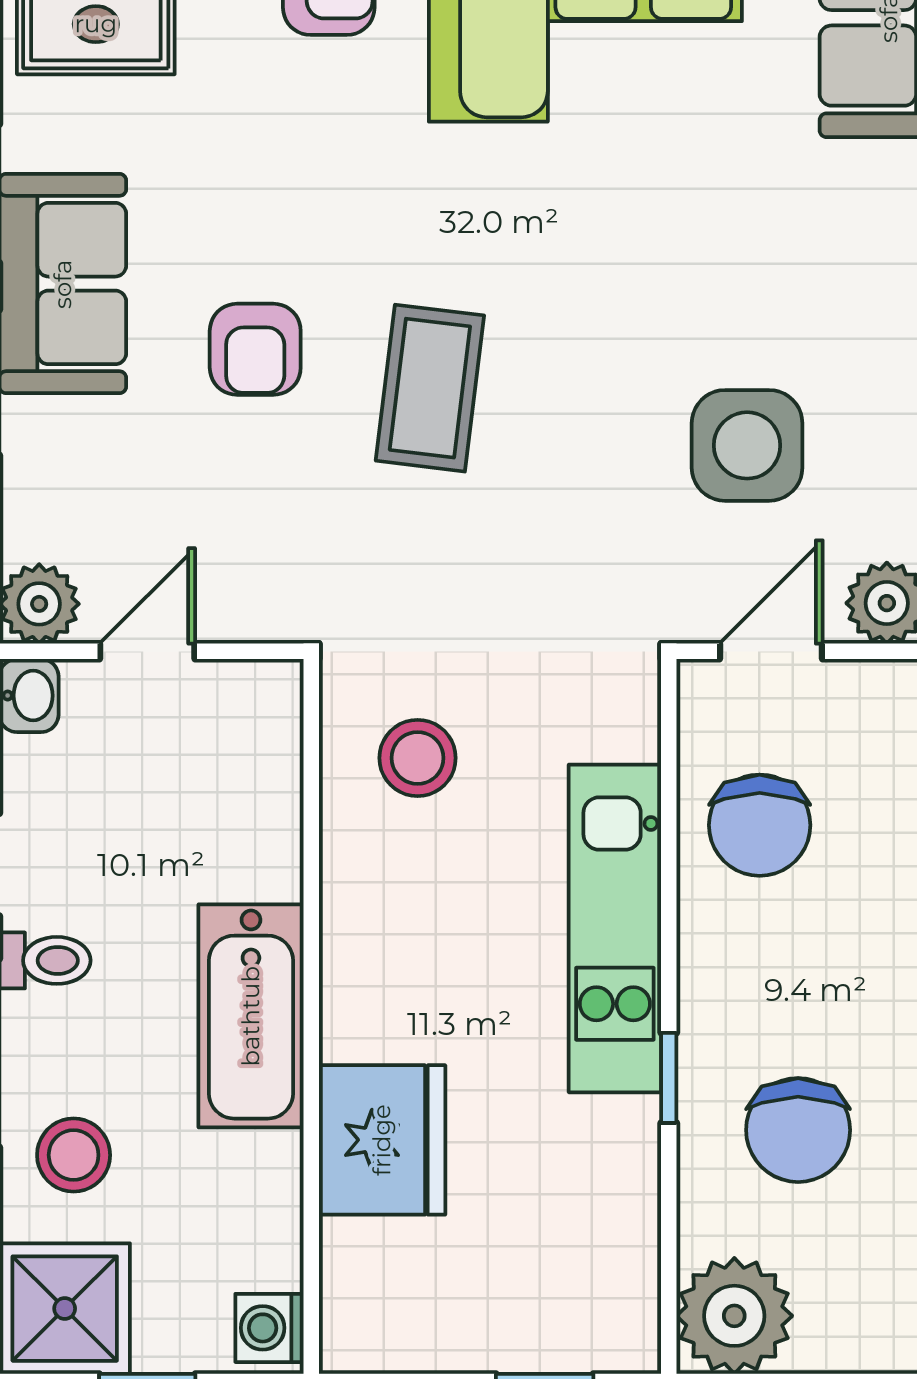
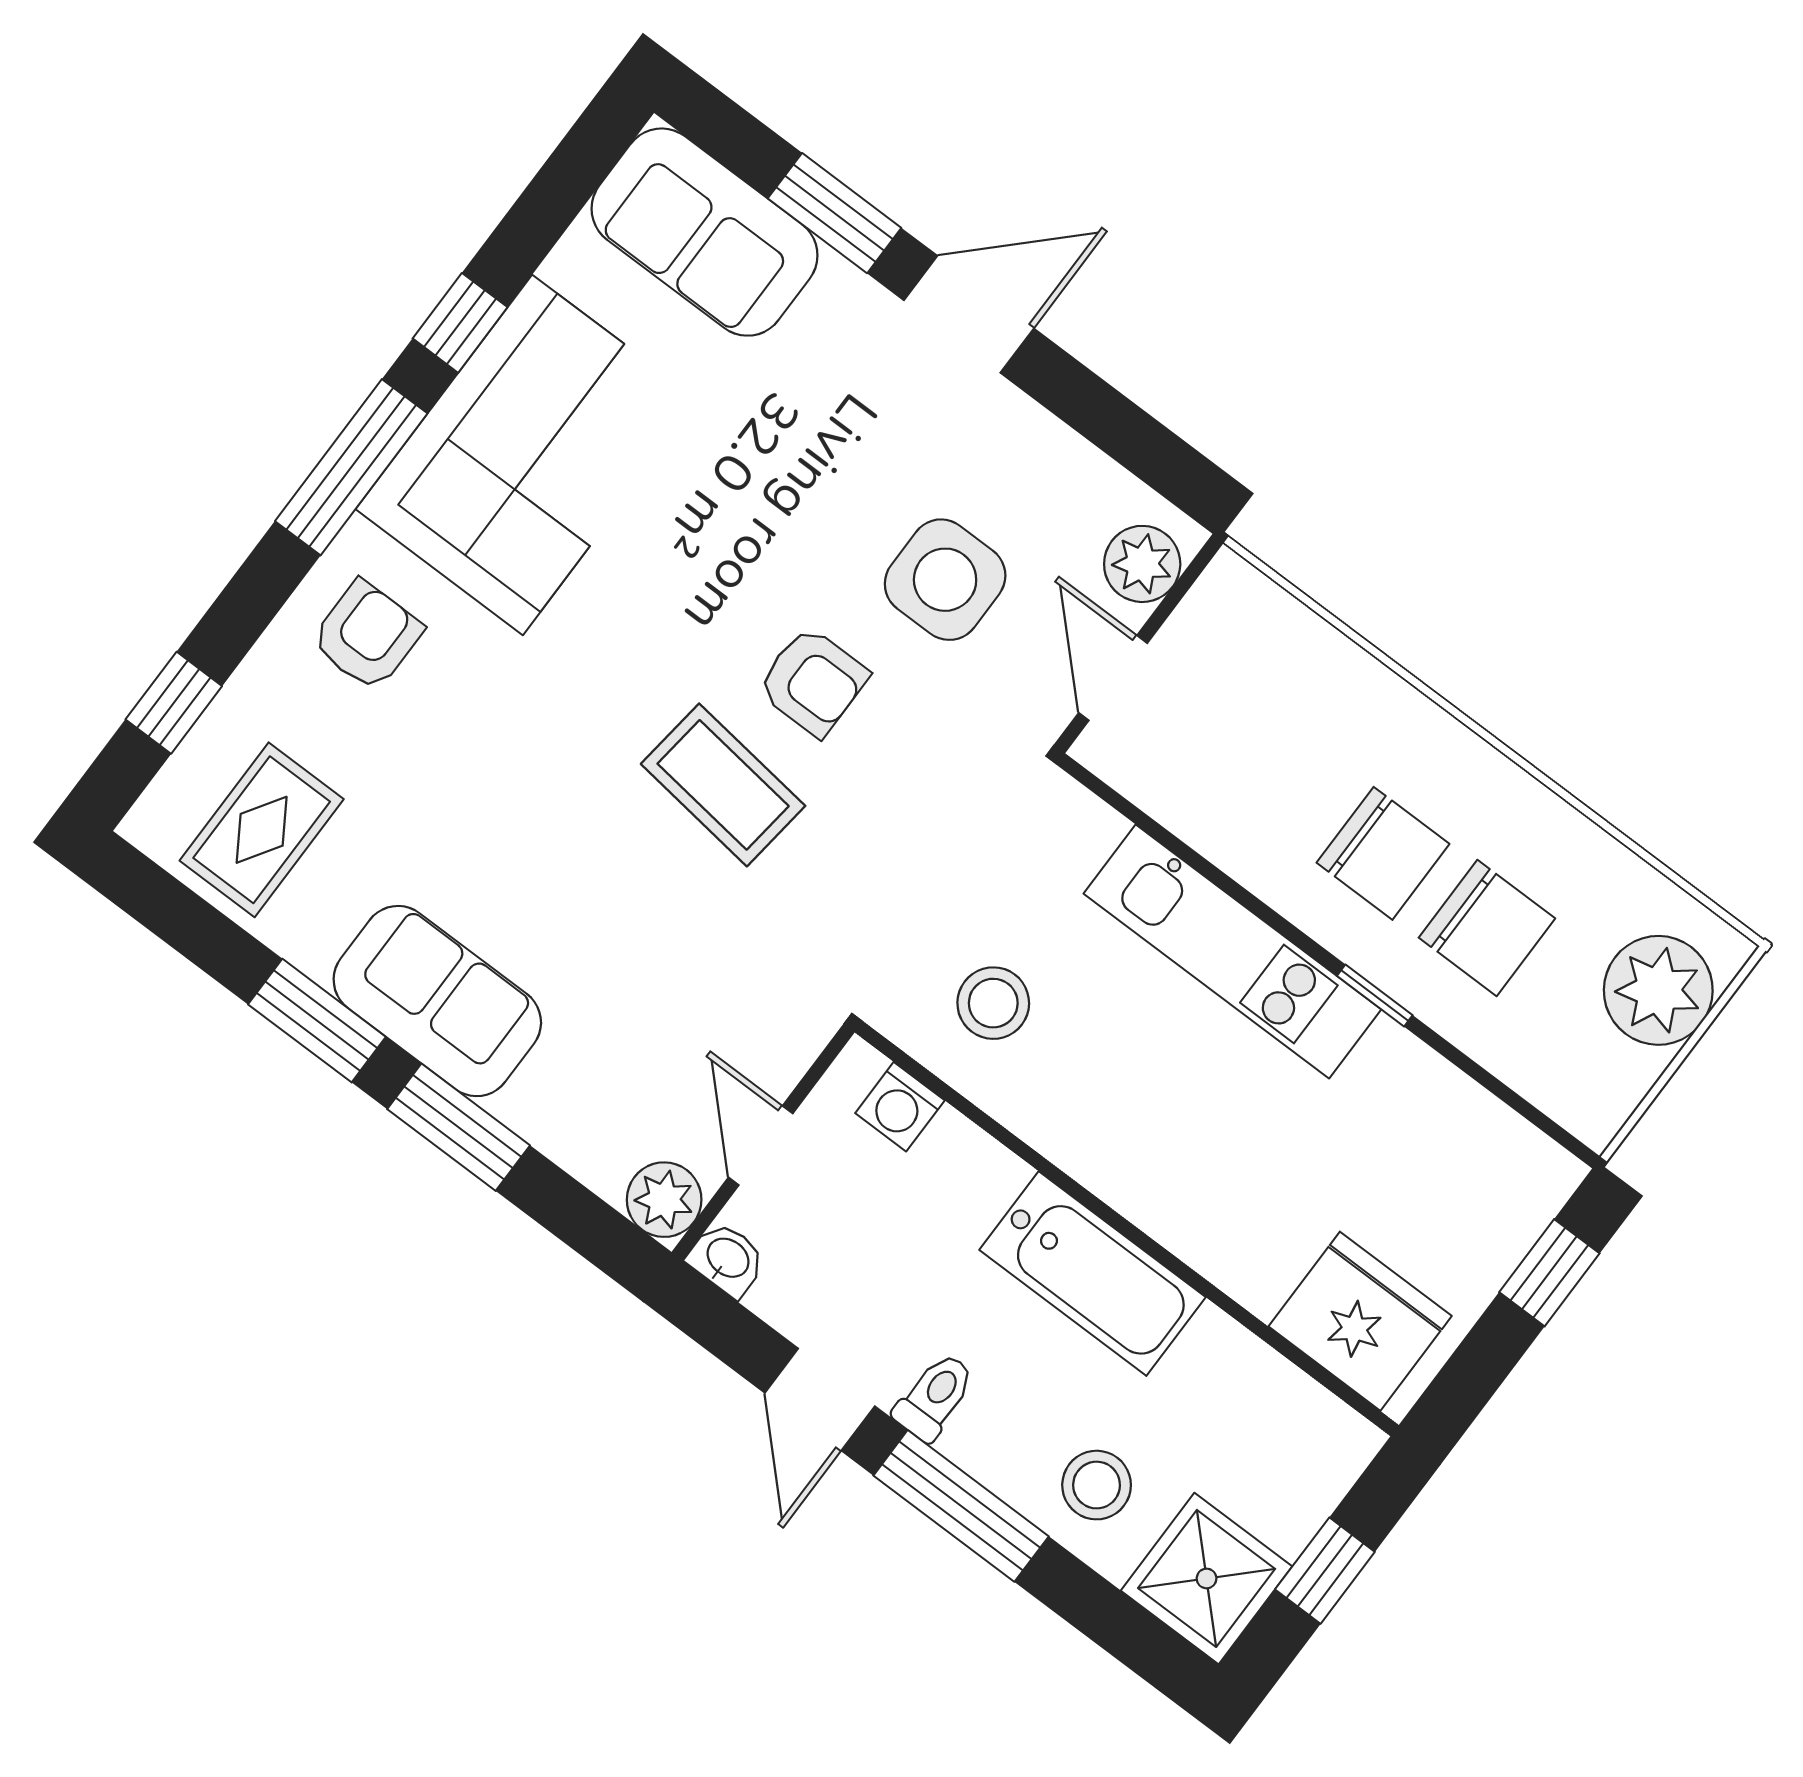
armchair: (255, 349) -> (813, 681), moved
chair: (760, 825) -> (1383, 853), moved
fridge: (382, 1140) -> (1360, 1321), moved
plant: (734, 1316) -> (1658, 990), moved
washing machine: (269, 1328) -> (900, 1107), moved

